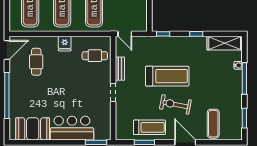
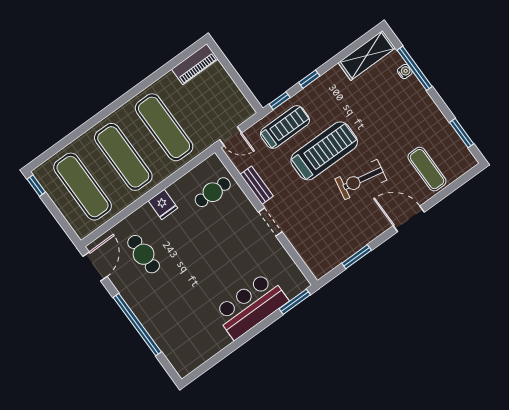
window: (196, 34) -> (309, 79), moved
window: (244, 78) -> (415, 68), moved
treadmill: (149, 127) -> (285, 127), moved
booth: (33, 129) -> (201, 343), removed

